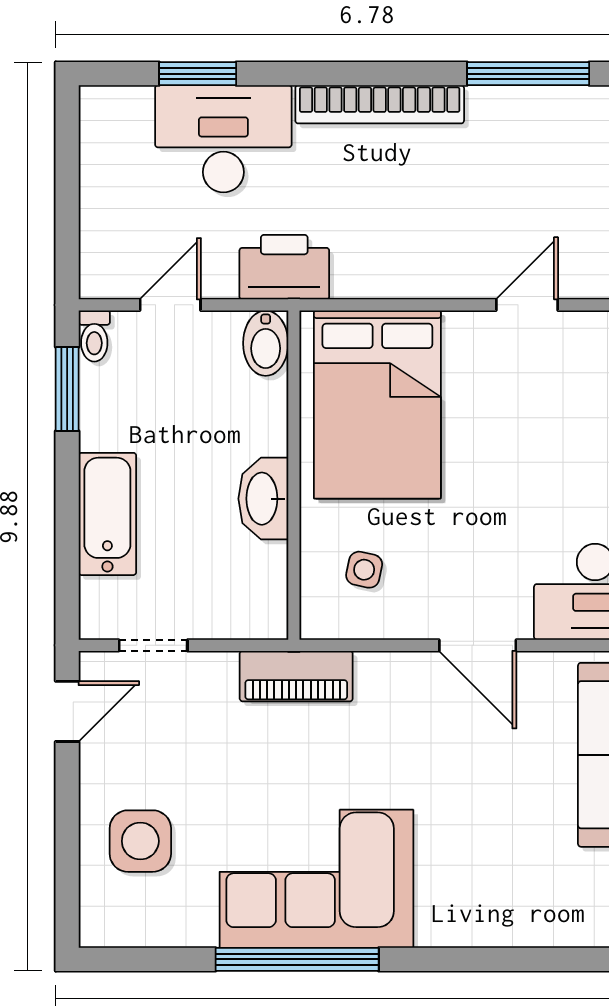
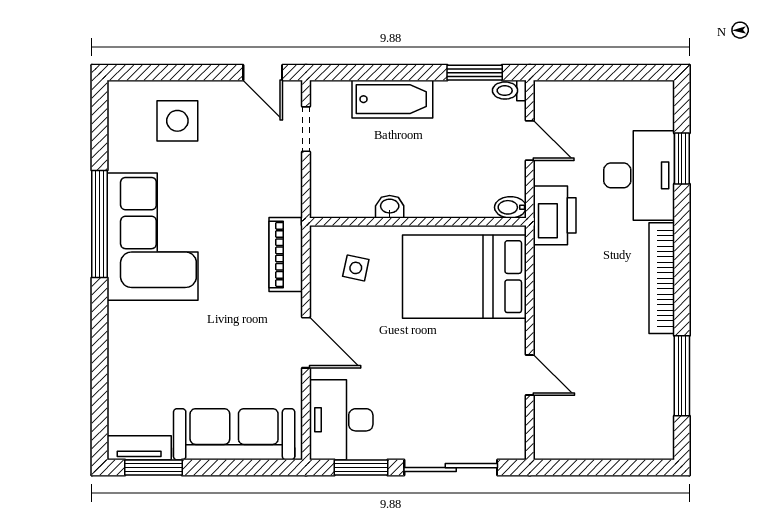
bidet: (266, 343) -> (510, 207), width x0.72, depth x0.74
washbasin: (263, 499) -> (390, 207), width x0.52, depth x0.69
door: (478, 645) -> (306, 343), swing flipped
piano: (296, 676) -> (286, 254), moved

